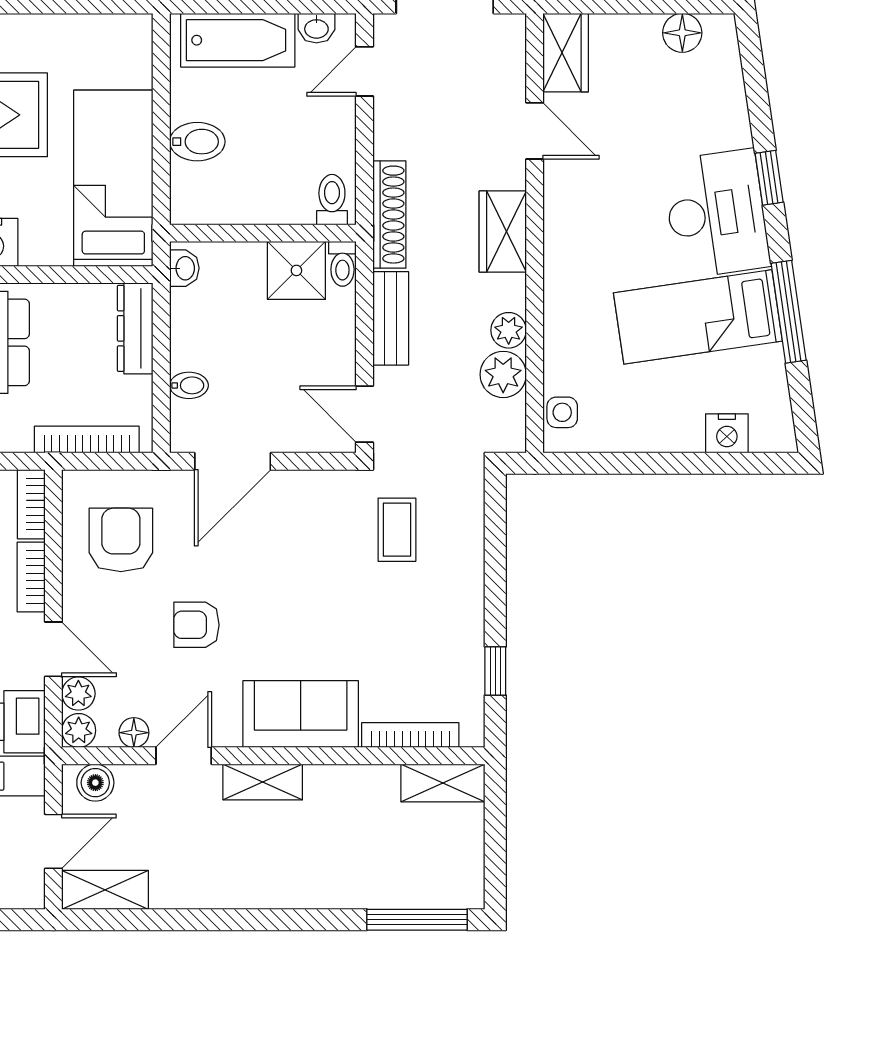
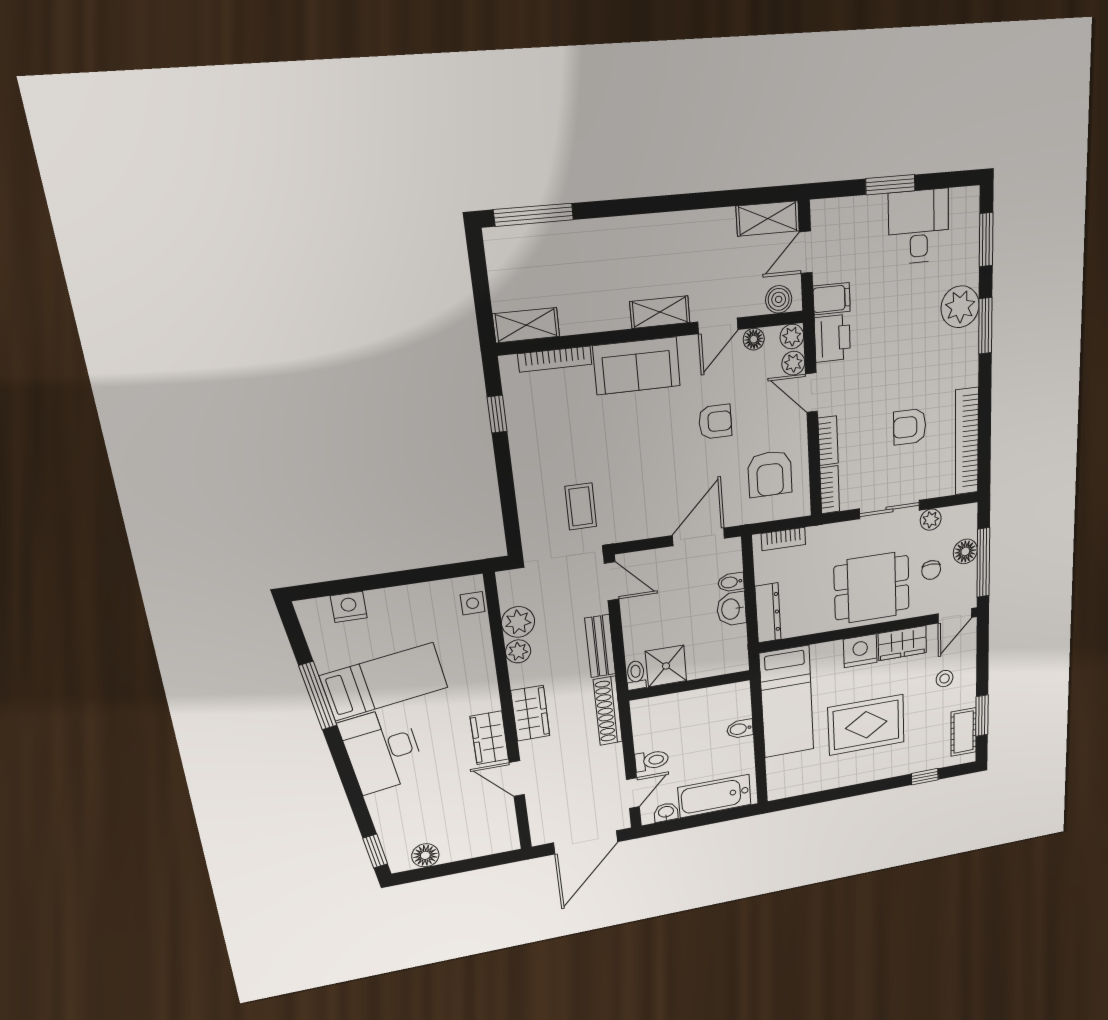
wardrobe: (566, 53) -> (489, 738), moved
bidet: (197, 142) -> (740, 729), width x0.72, depth x0.74
window: (769, 178) -> (375, 851), moved
toilet: (332, 200) -> (652, 760), moved, turned -90
washbasin: (184, 268) -> (731, 609), moved, width x1.38, depth x1.45
bookcase: (87, 440) -> (783, 539), width x0.64

